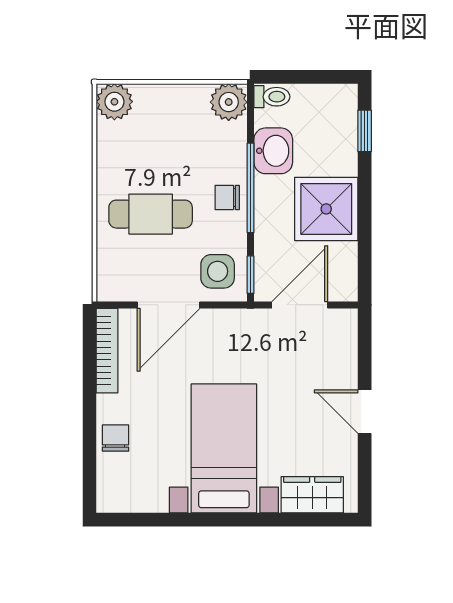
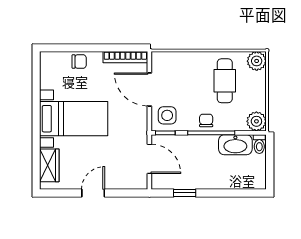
window: (365, 131) -> (185, 193), moved
washbasin: (273, 151) -> (235, 145), width x1.38
shower: (326, 209) -> (200, 173), removed
cafe table: (151, 214) -> (225, 81), moved

